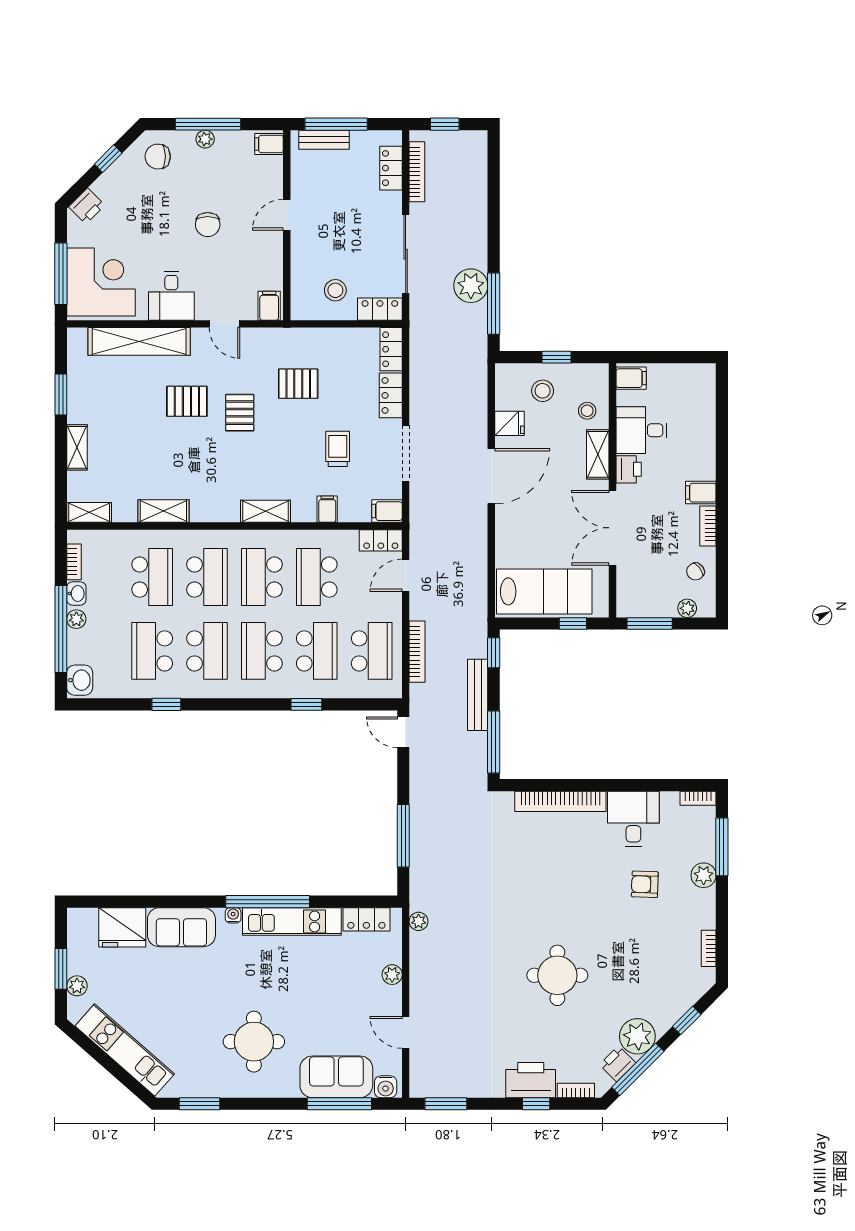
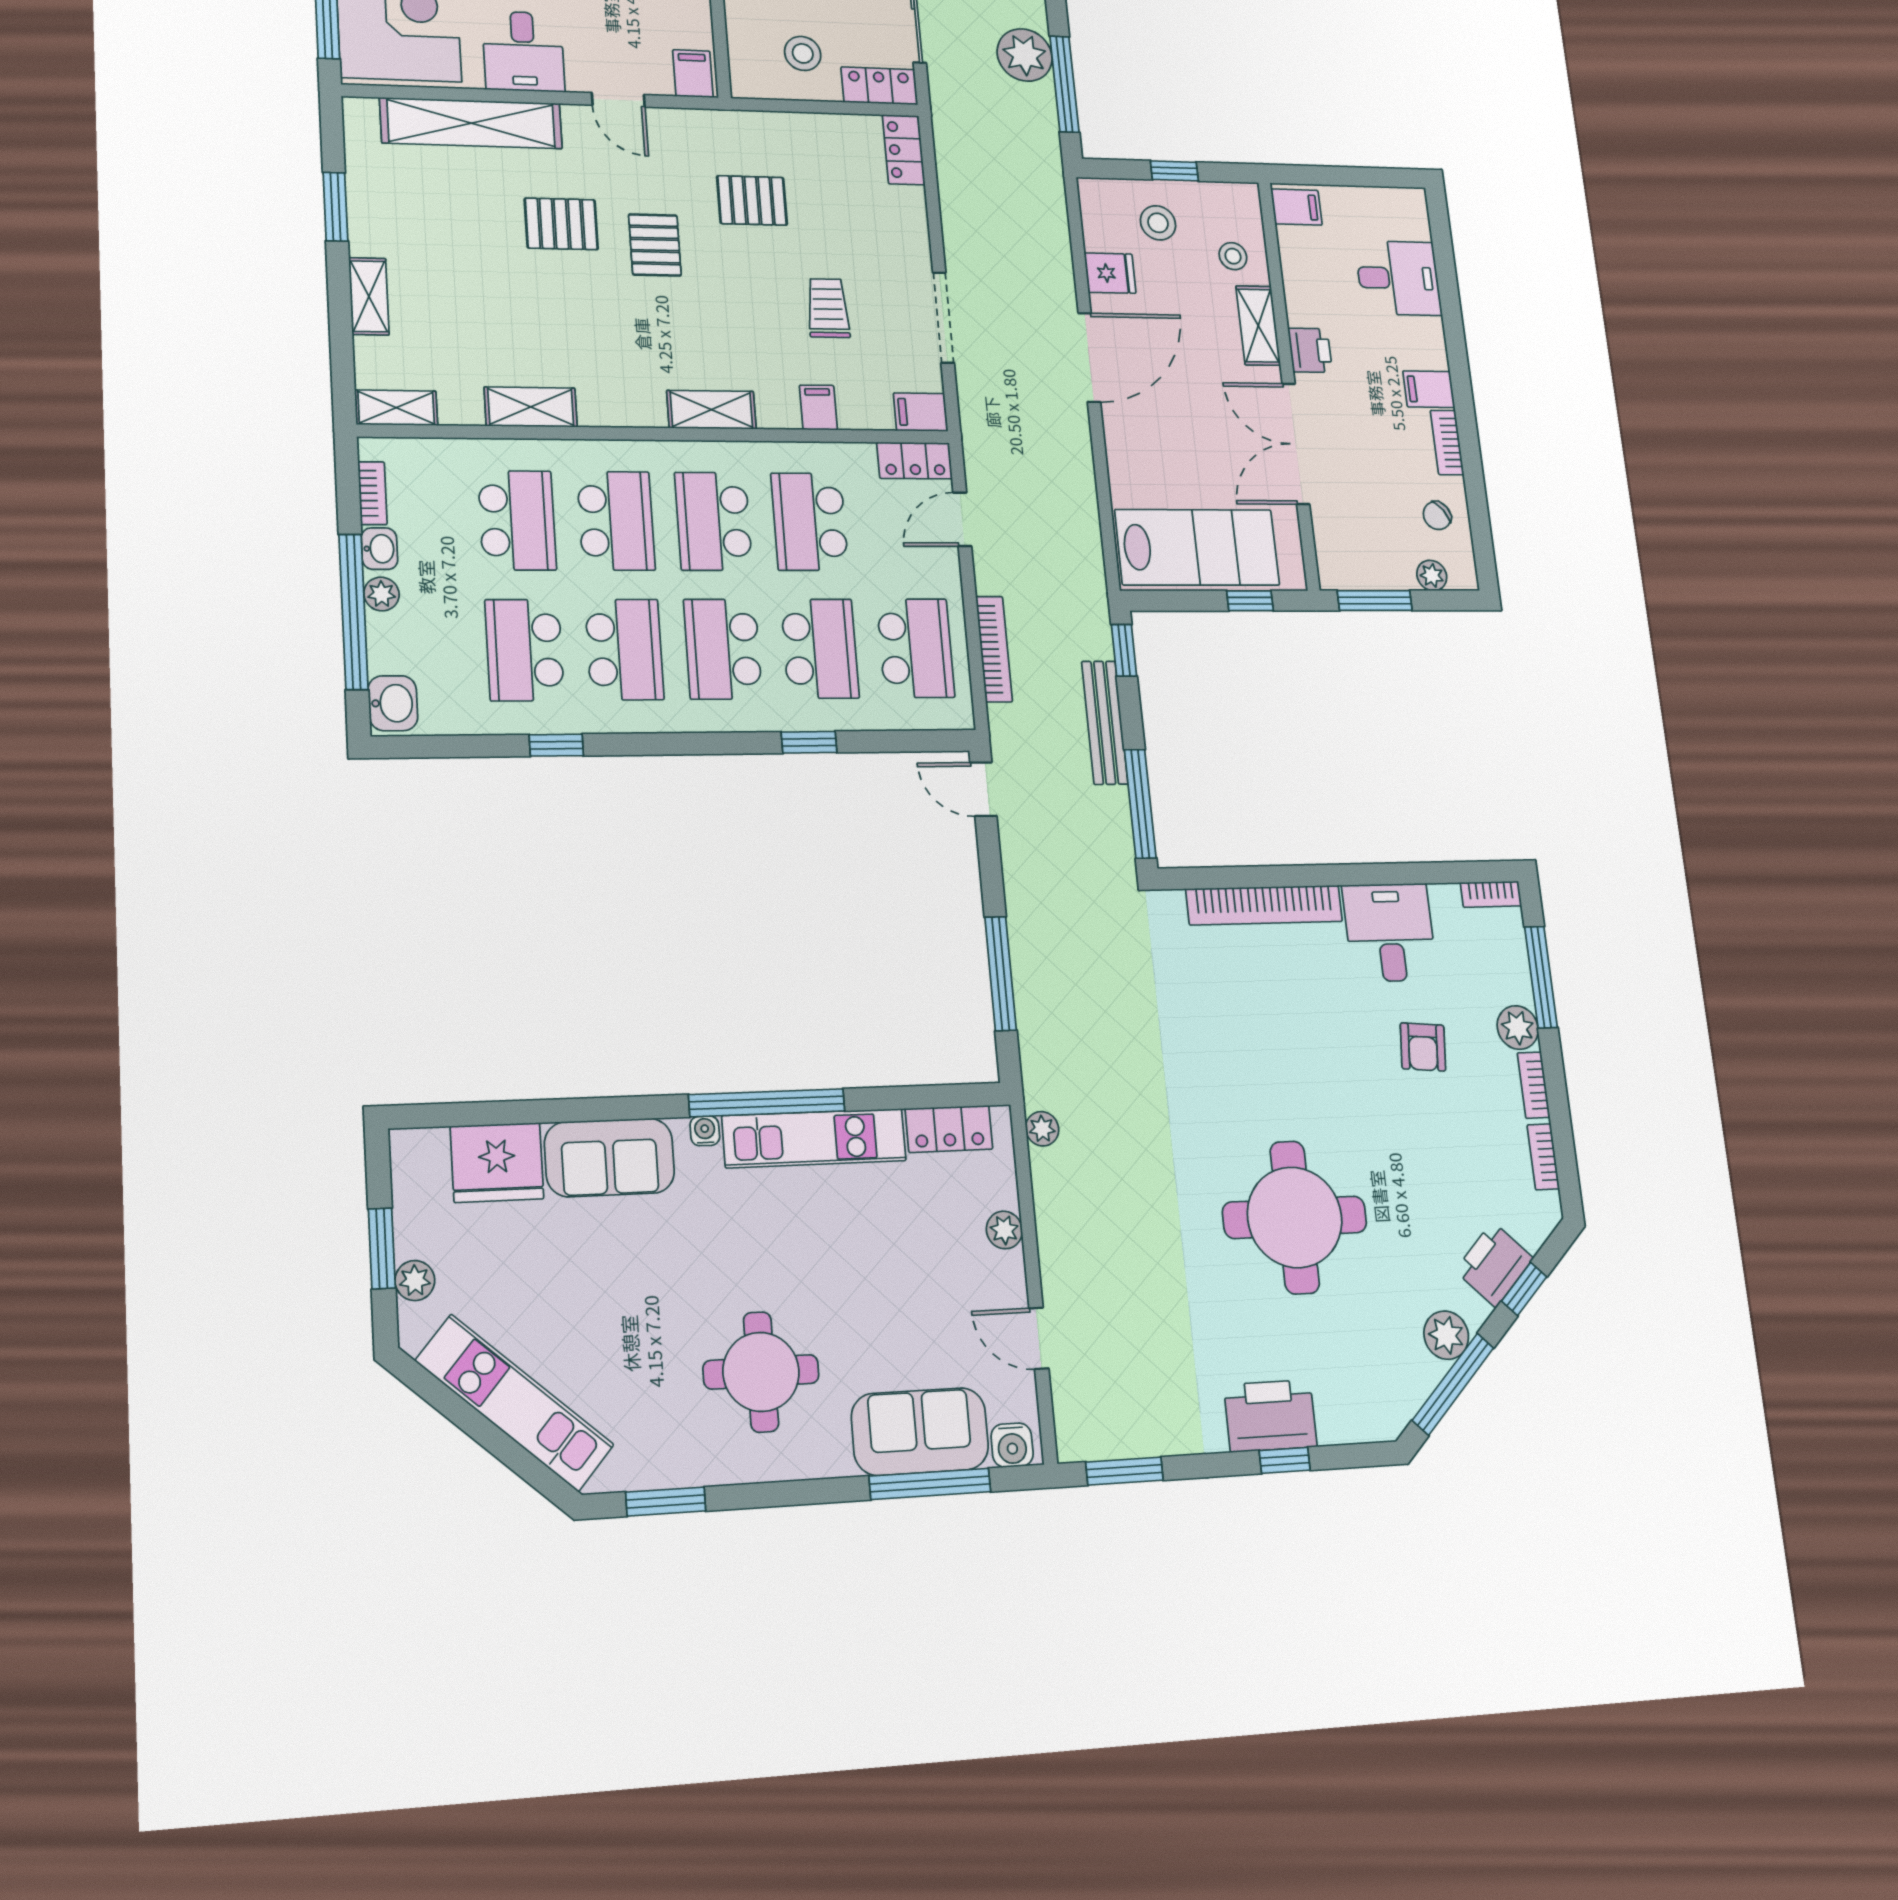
locker: (391, 395) -> (910, 224), removed
desk: (641, 430) -> (1398, 278), moved, turned 180
armchair: (645, 884) -> (1423, 1047), turned -87
round table: (557, 975) -> (1295, 1217), width x1.36, depth x1.36
plant: (637, 1036) -> (1446, 1335), width x0.73, depth x0.73
printer: (618, 1064) -> (1494, 1264), moved, width x1.36, depth x1.24
bookcase: (576, 1090) -> (1534, 1085), moved, turned -90

